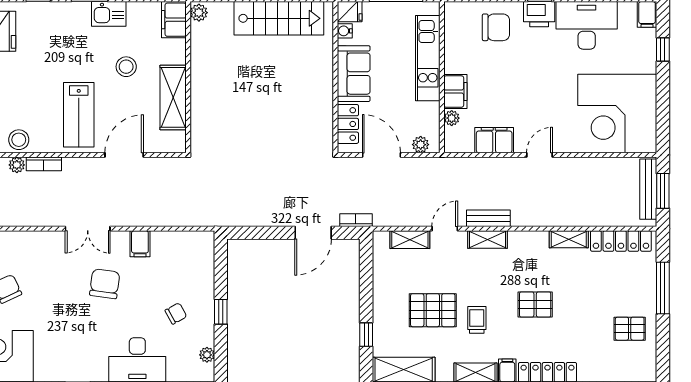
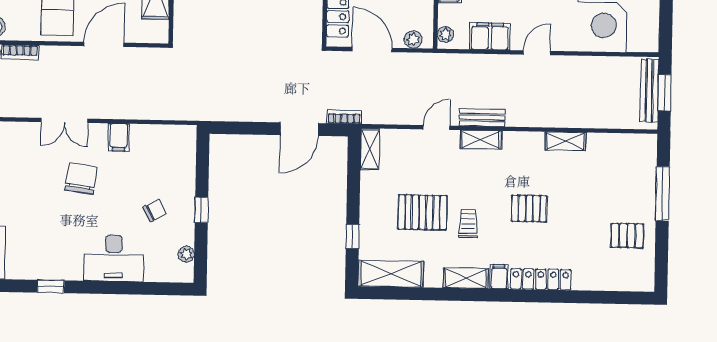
plant: (452, 118) -> (445, 35), moved
shelving: (410, 240) -> (370, 149), moved, turned 90
locker: (621, 241) -> (620, 144), removed

